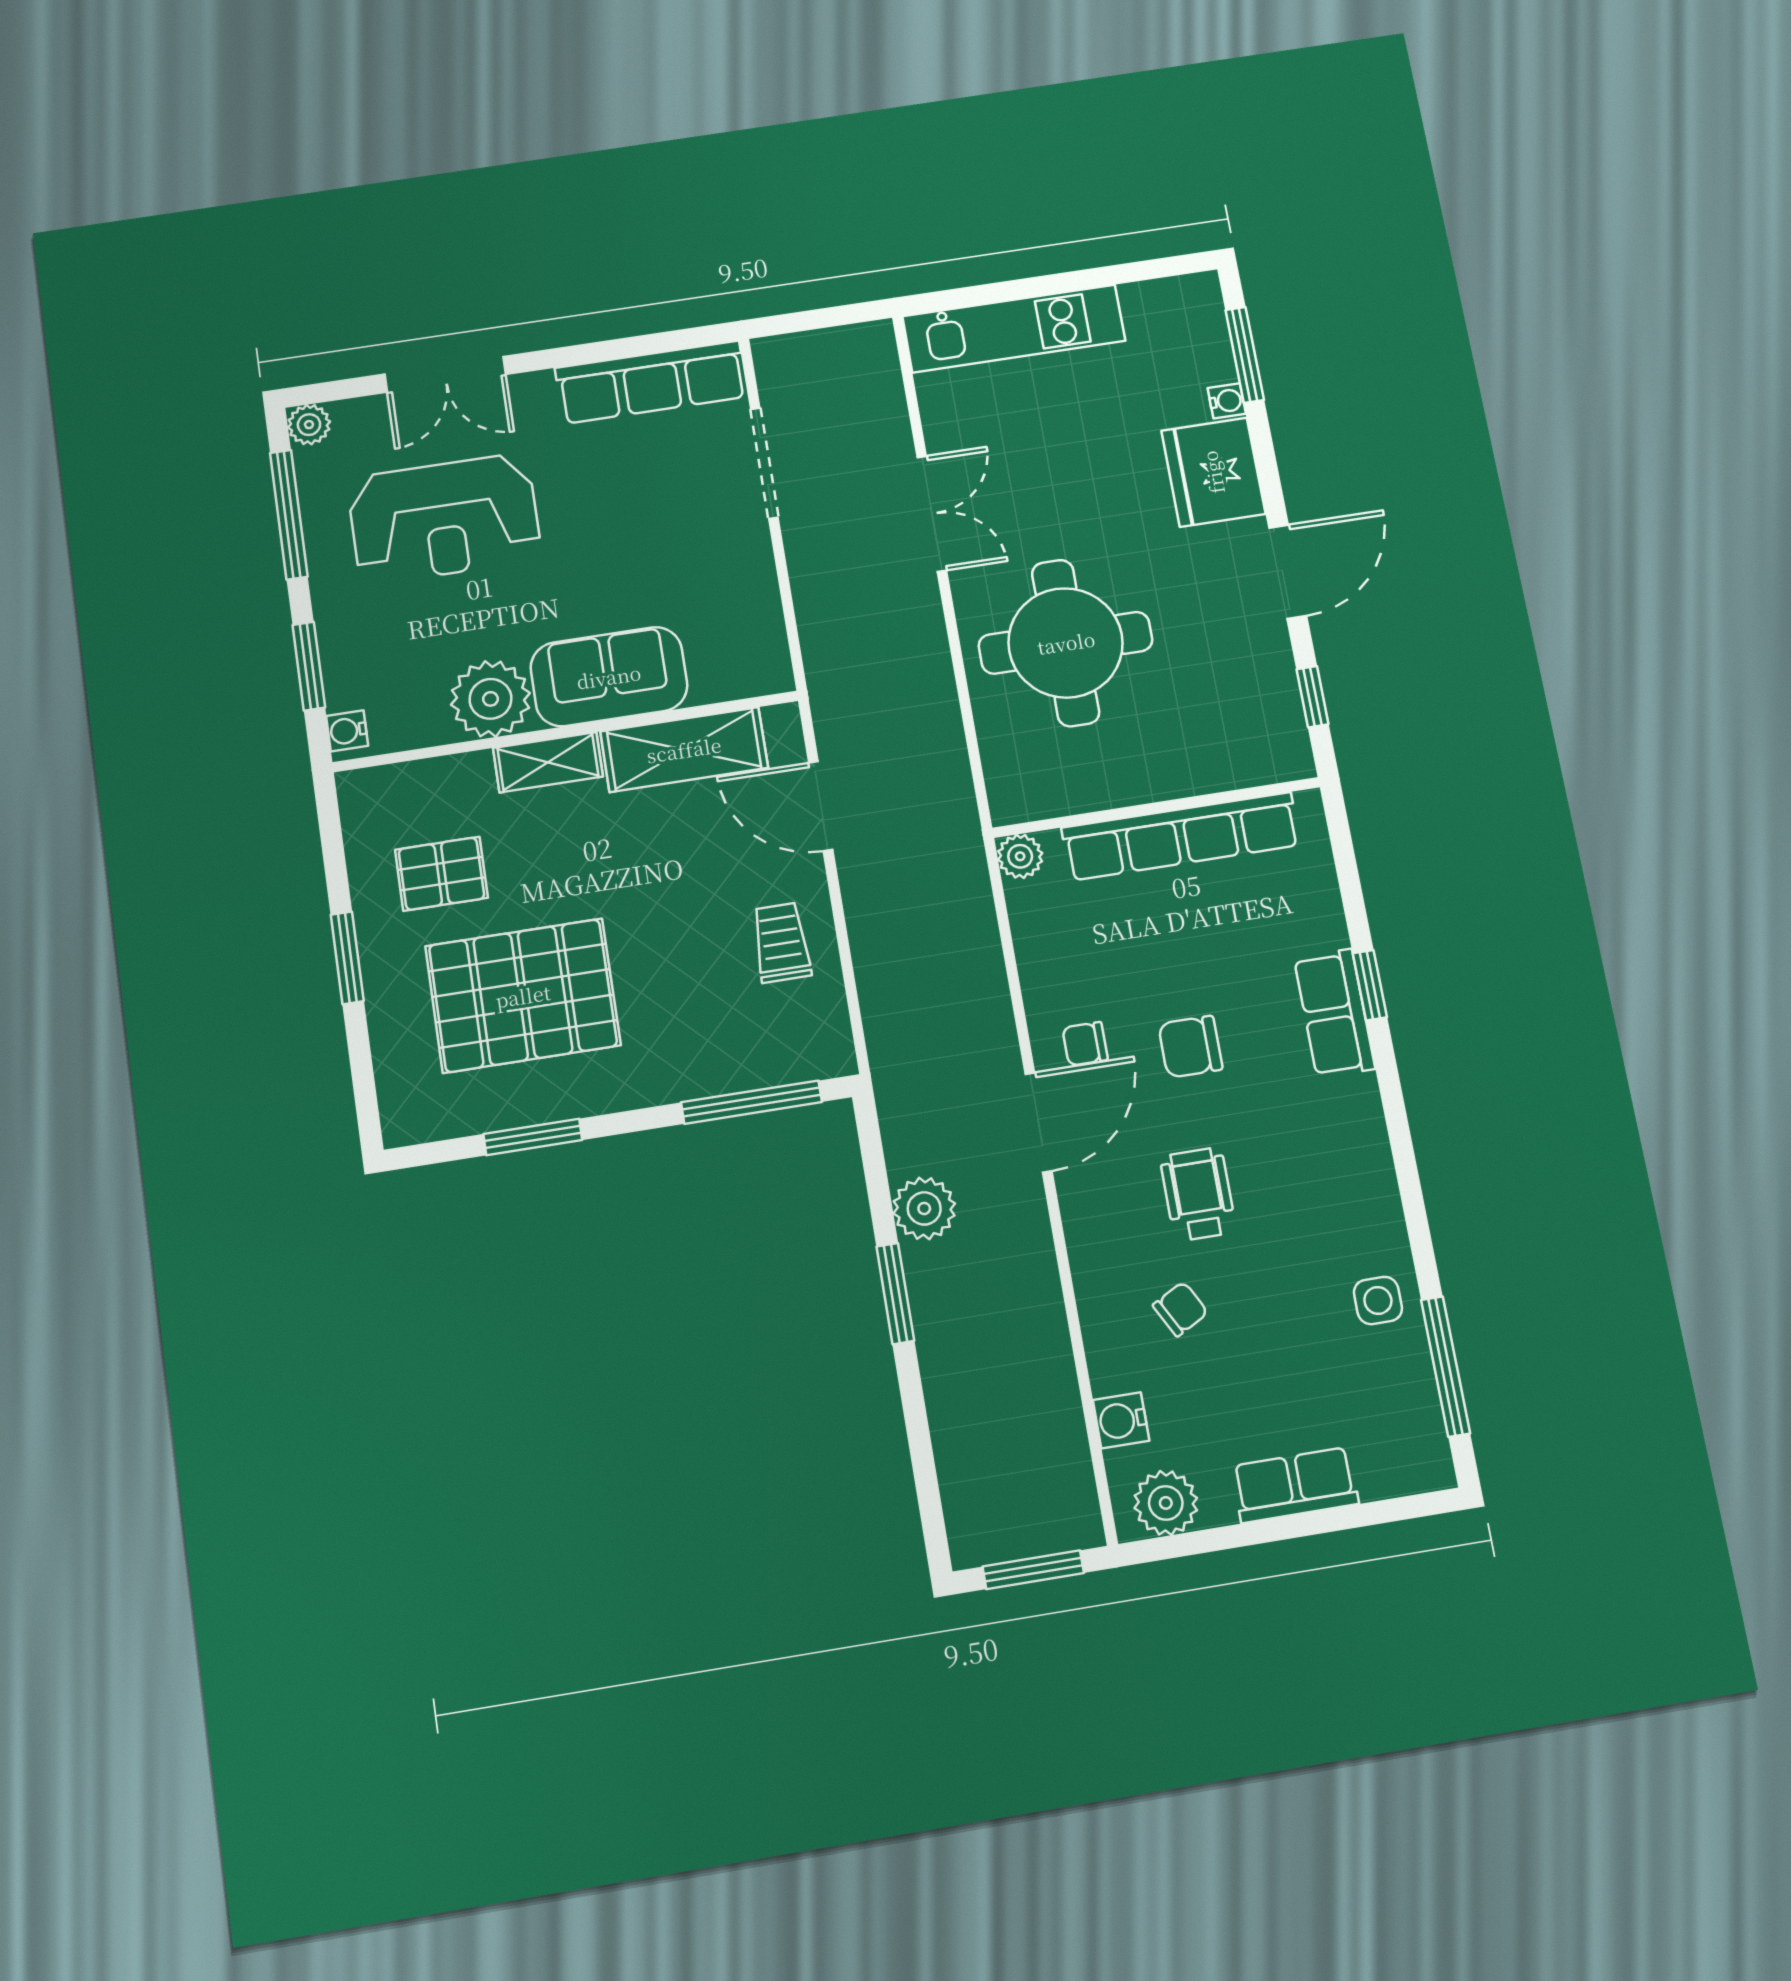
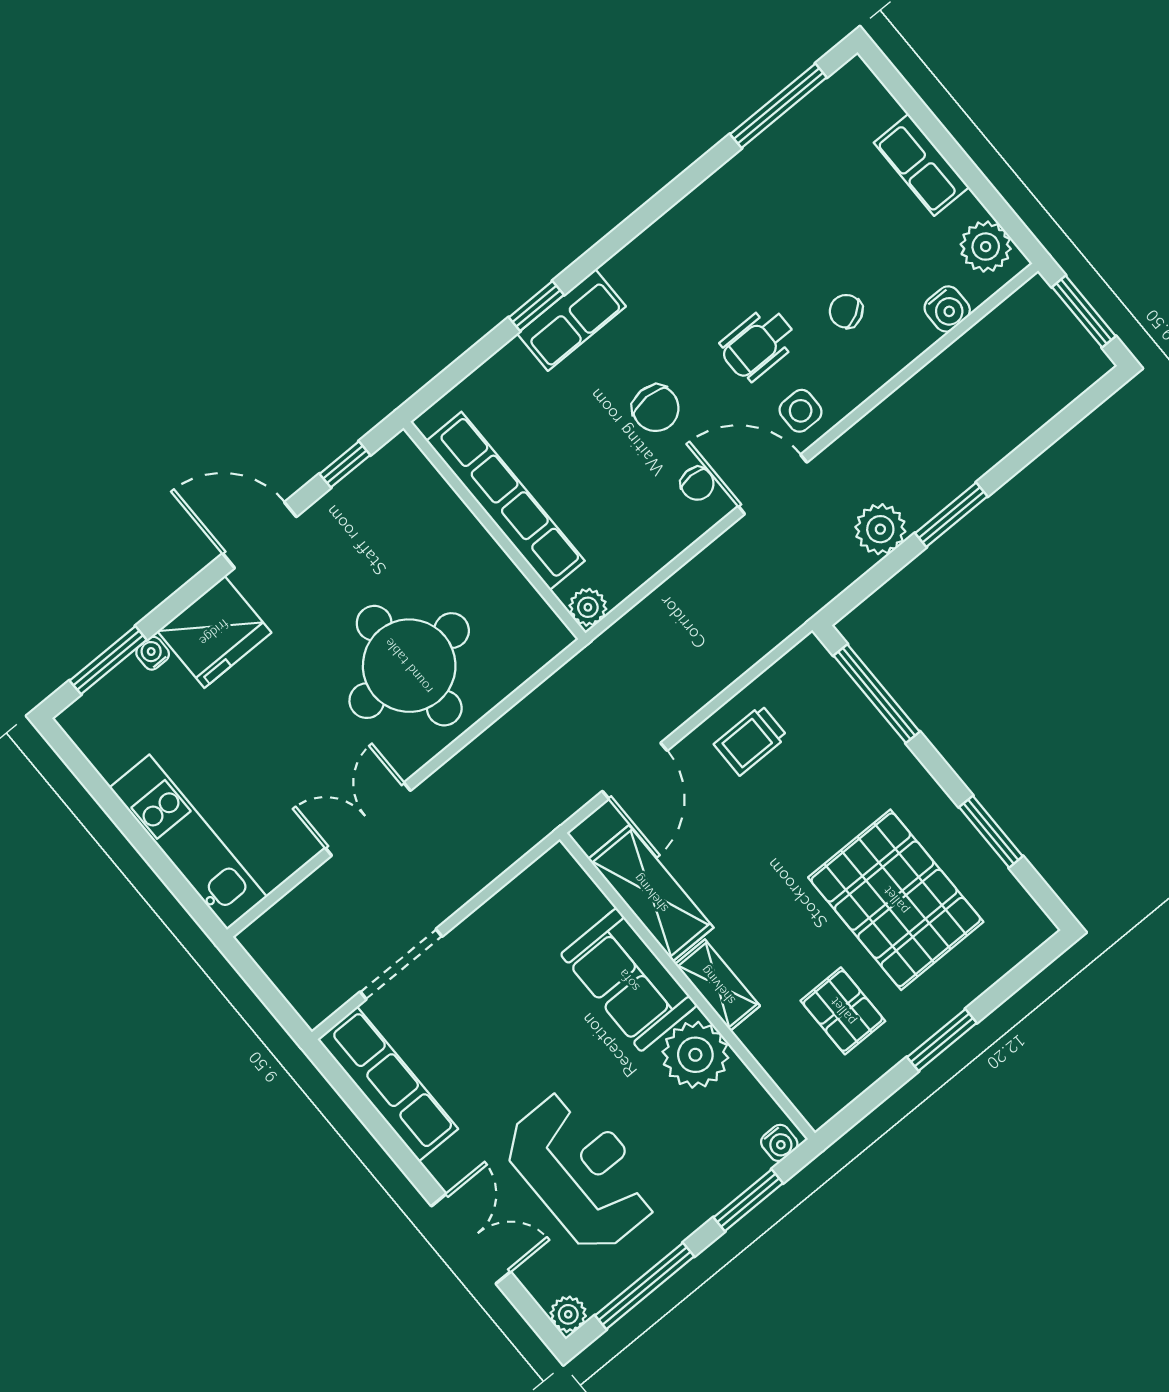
side table: (1378, 1300) -> (801, 411), moved

